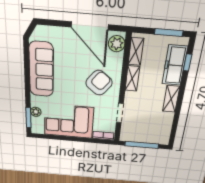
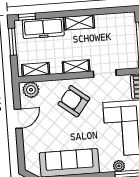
door: (90, 26) -> (18, 119), width x0.53
window: (188, 63) -> (27, 17), moved
shelving: (132, 79) -> (76, 67), moved

